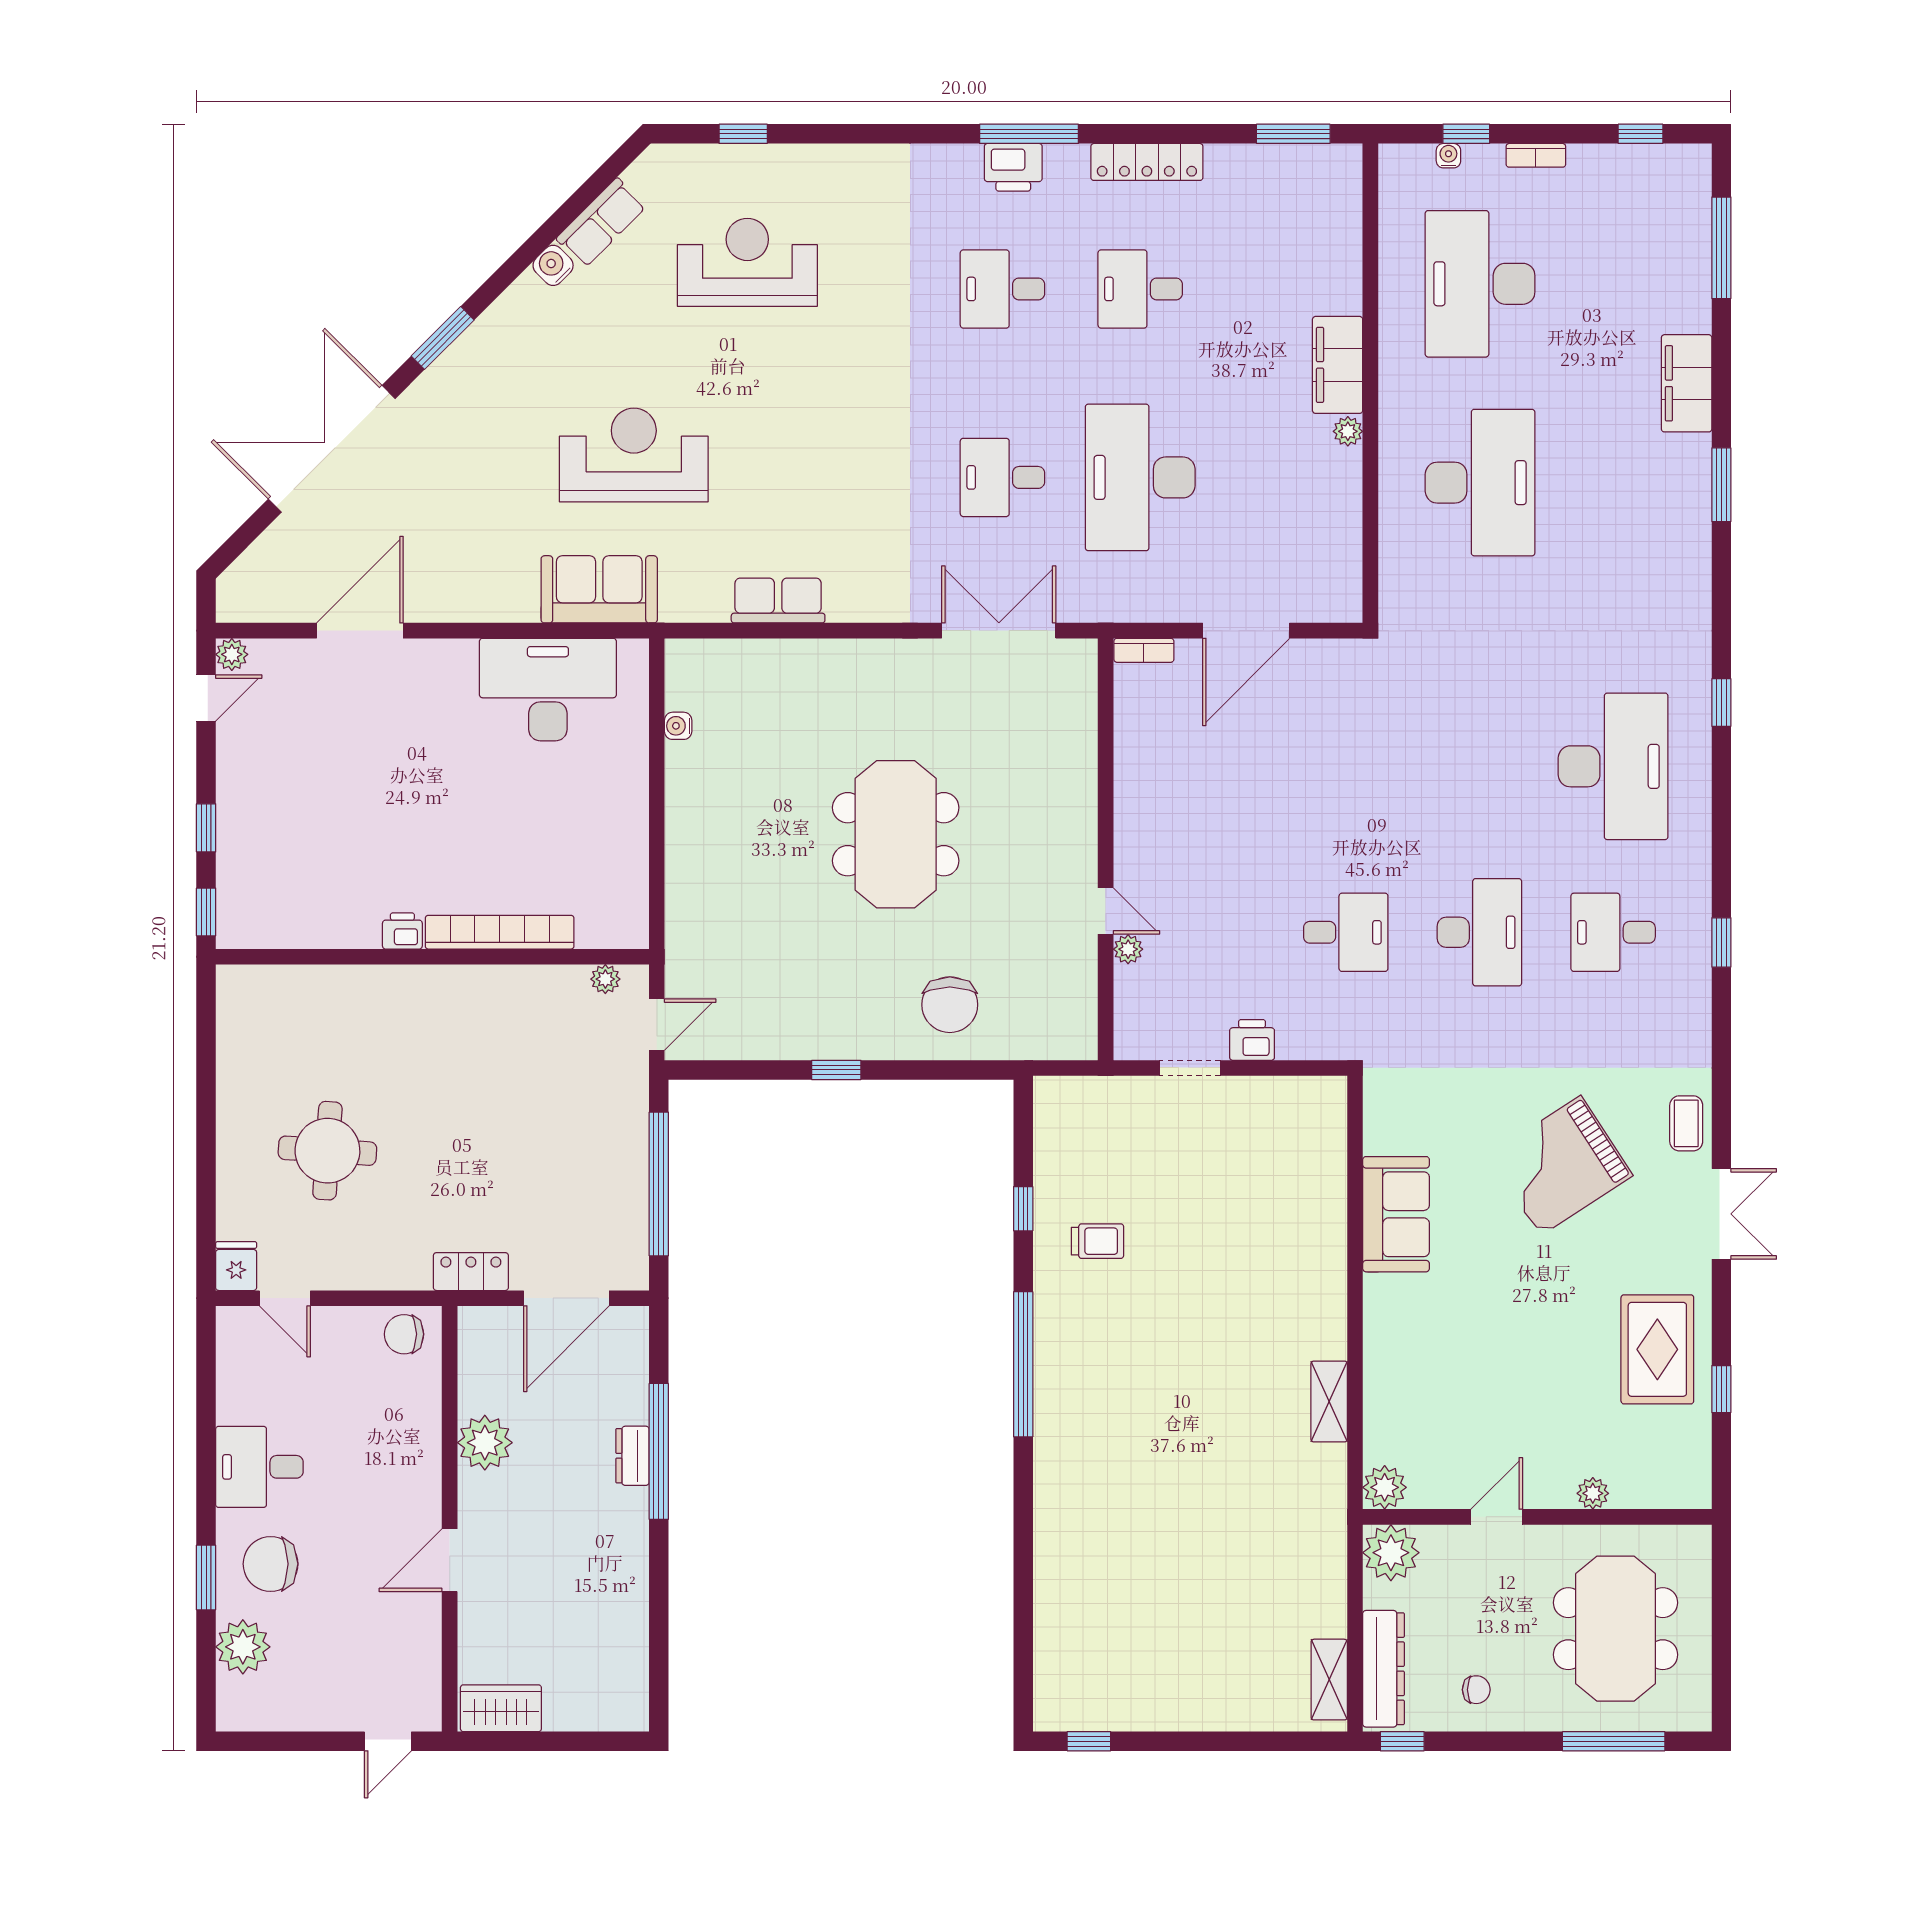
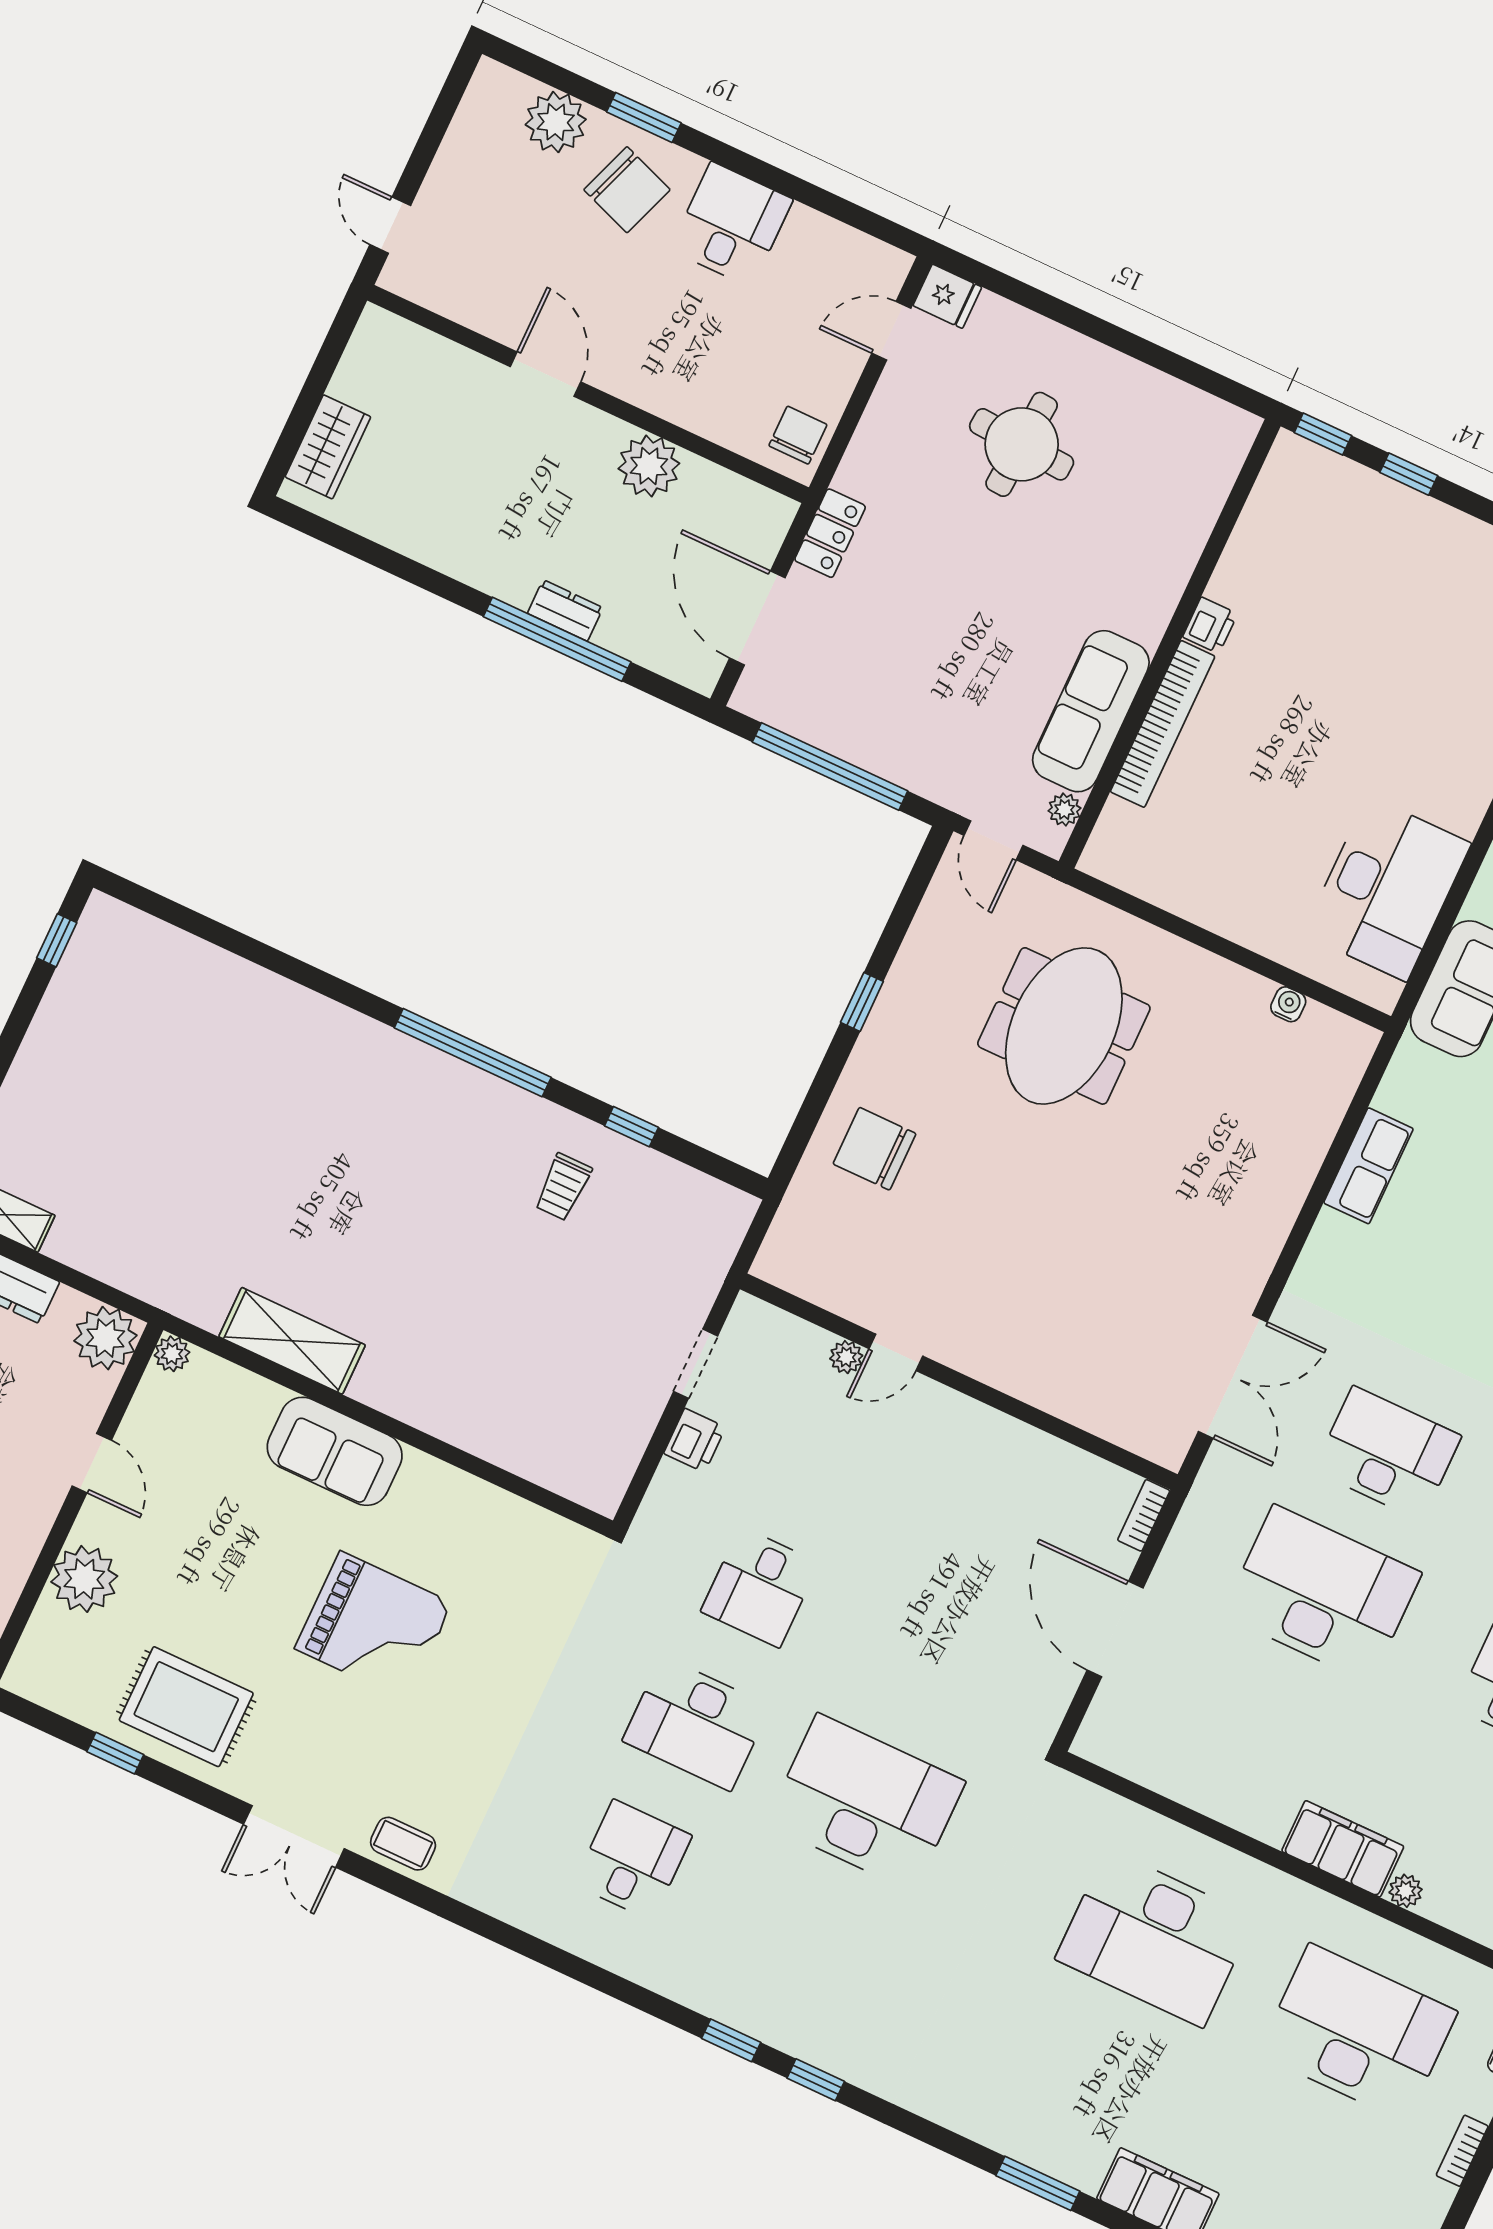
plant: (1348, 431) -> (1406, 1891), moved
desk: (1002, 477) -> (1387, 1453), width x1.37
desk: (1613, 766) -> (866, 1802), moved, turned 180
meeting table: (896, 834) -> (1064, 1026), moved, turned 90
window: (1721, 942) -> (731, 2040), moved
sofa: (516, 995) -> (1091, 711), added
grand piano: (1560, 1166) -> (374, 1626), moved, turned 123
sofa: (1396, 1214) -> (335, 1451), moved
shelving: (1329, 1401) -> (292, 1341), width x1.50, depth x1.33
plant: (1385, 1487) -> (172, 1354), width x0.73, depth x0.73
plant: (1593, 1493) -> (84, 1579), width x1.88, depth x1.88
chair: (271, 1564) -> (627, 190), turned 110
wardrobe: (501, 1708) -> (328, 447), moved

